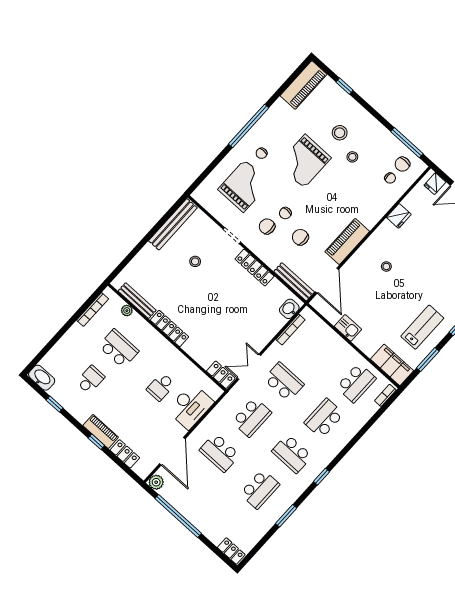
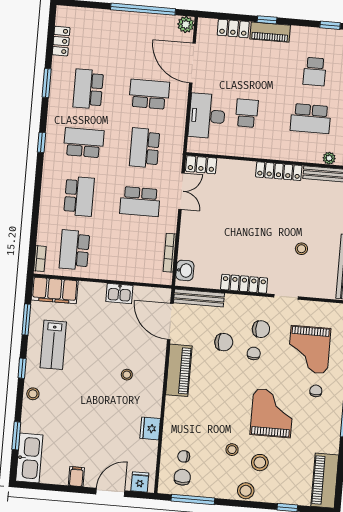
stool: (365, 120) -> (246, 491), added
locker: (231, 551) -> (61, 41), moved, turned -90

